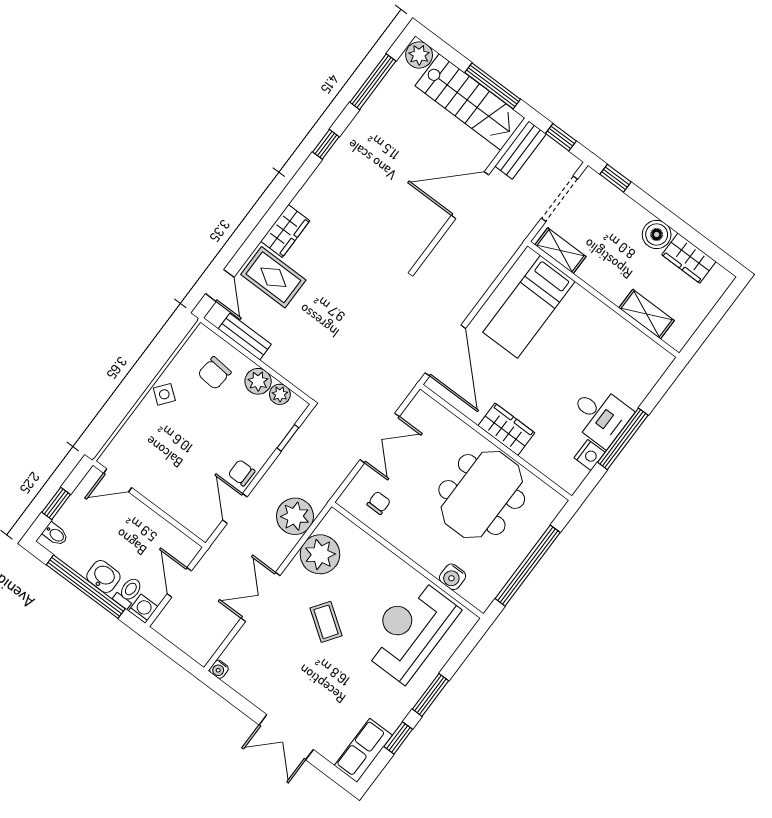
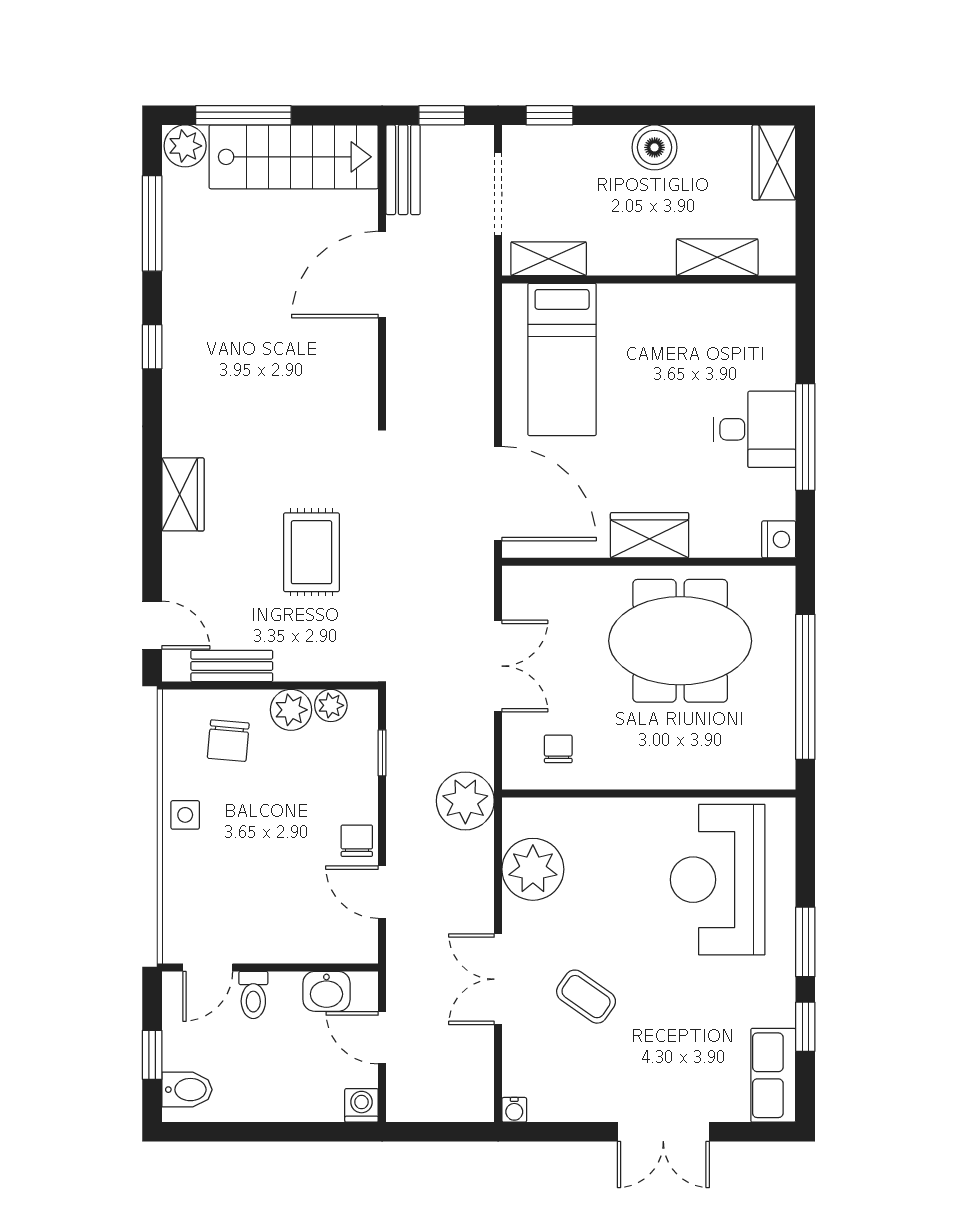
window: (493, 86) -> (243, 115), moved
wardrobe: (689, 258) -> (774, 162), moved, turned 90
rug: (273, 277) -> (311, 552), moved, turned 90
side table: (164, 394) -> (185, 815), turned -38
nightstand: (590, 455) -> (779, 539), moved
chair: (242, 473) -> (357, 841), turned 90
meeting table: (482, 495) -> (680, 641), turned 90
plant: (295, 516) -> (465, 801), moved
bidet: (55, 534) -> (187, 1090), width x1.38, depth x1.36
washbasin: (103, 576) -> (326, 991), moved, turned 180
water cooler: (452, 577) -> (721, 772), removed
window: (86, 587) -> (268, 1132), removed
toilet: (128, 592) -> (253, 995), moved, turned 180
coffee table: (326, 622) -> (586, 997), moved

